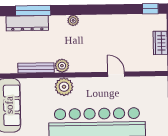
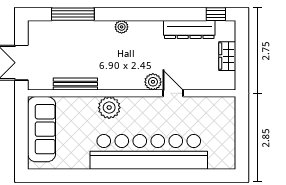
dresser: (27, 23) -> (189, 29), moved
plant: (62, 66) -> (153, 82), moved

